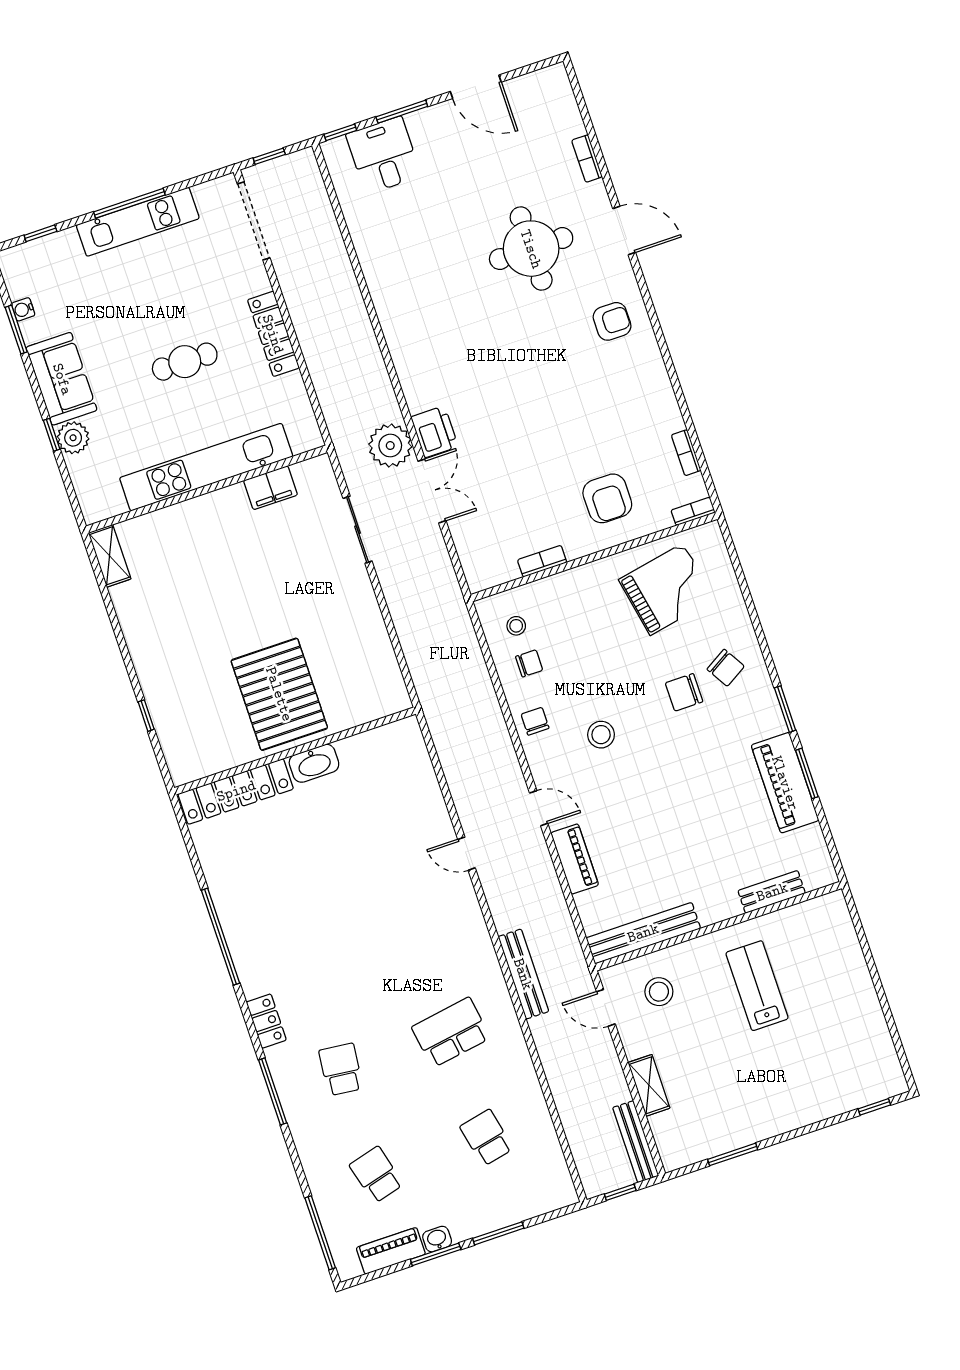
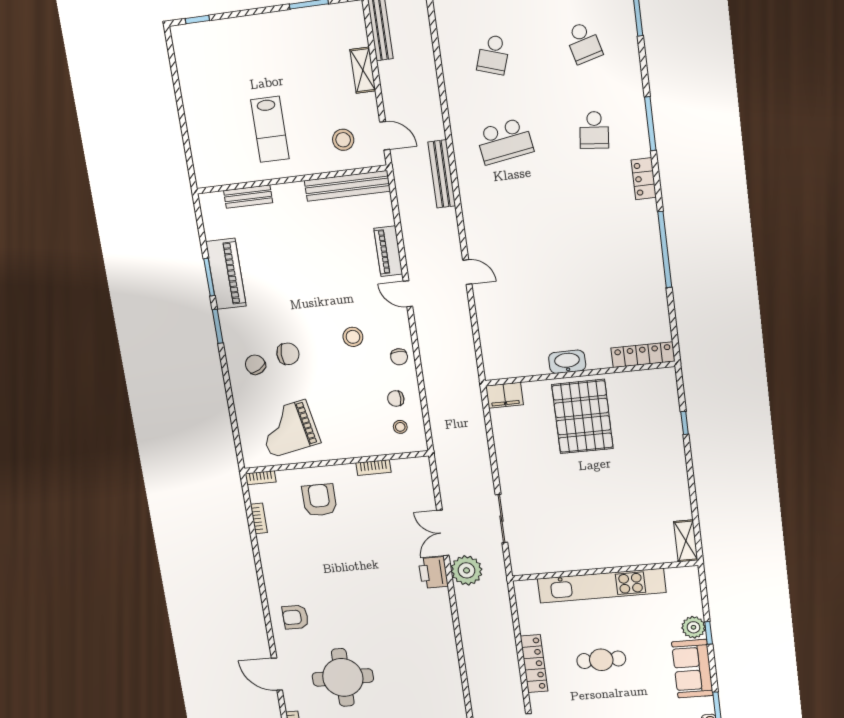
filing cabinet: (271, 488) -> (504, 395), moved, turned 180
locker: (236, 791) -> (643, 355), width x0.71, depth x0.83
school desk: (486, 1138) -> (493, 55), turned 30

